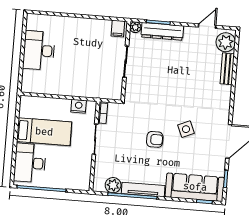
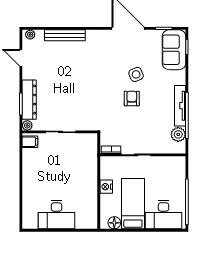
plant: (226, 42) -> (30, 35), width x0.53, depth x0.53
bench: (227, 69) -> (65, 35), width x1.36
nightstand: (79, 106) -> (106, 187), moved
floor lamp: (26, 111) -> (114, 223), added
side table: (186, 129) -> (136, 74), moved
sofa: (195, 187) -> (174, 50), width x0.73

